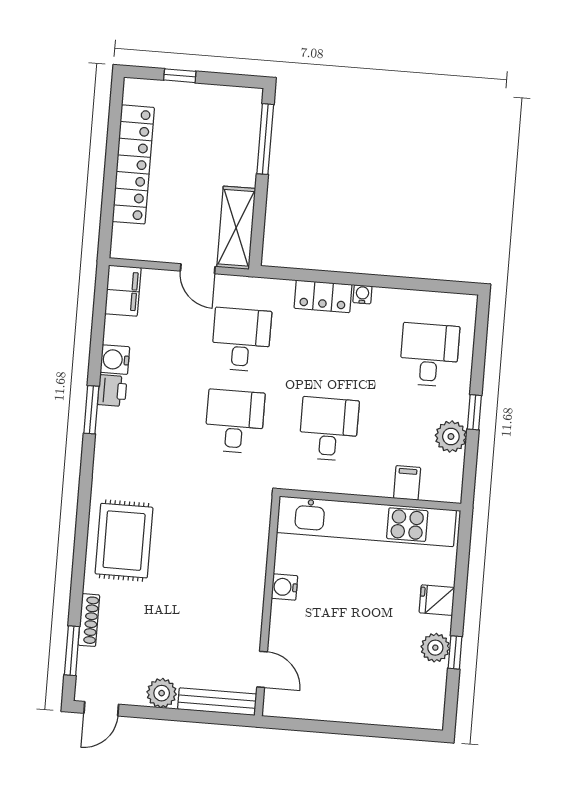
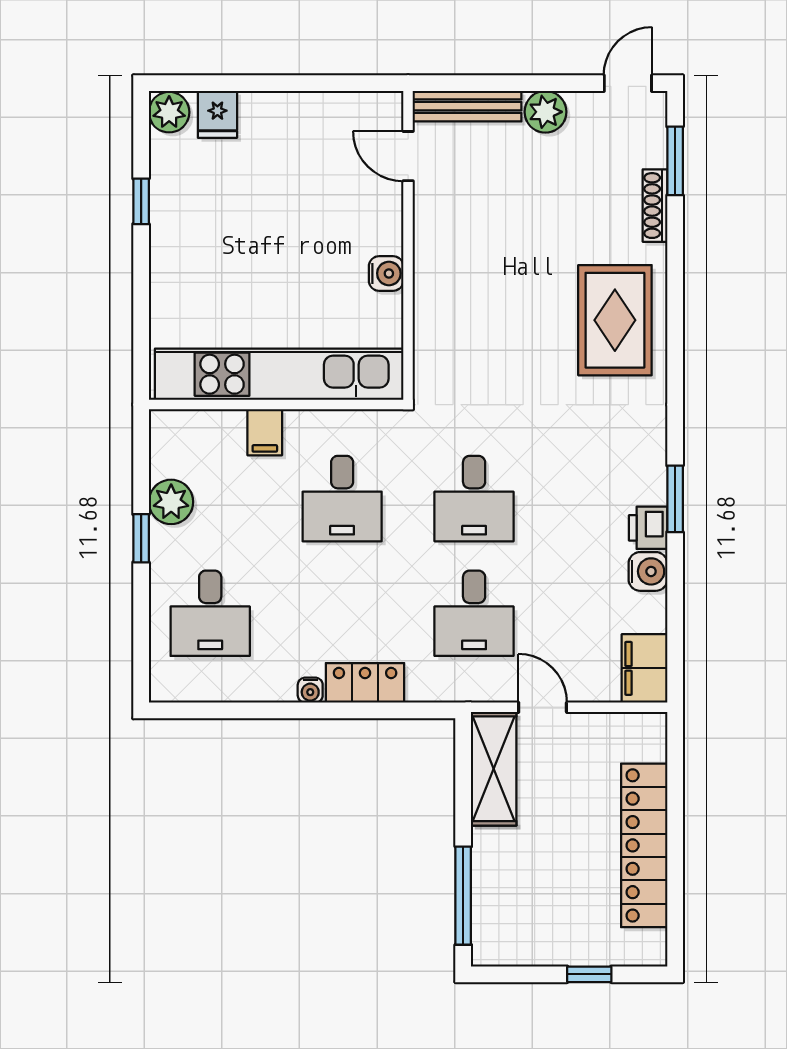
filing cabinet: (407, 483) -> (265, 432), moved
fridge: (437, 600) -> (217, 114), moved, turned 90
plant: (435, 648) -> (169, 112), moved

